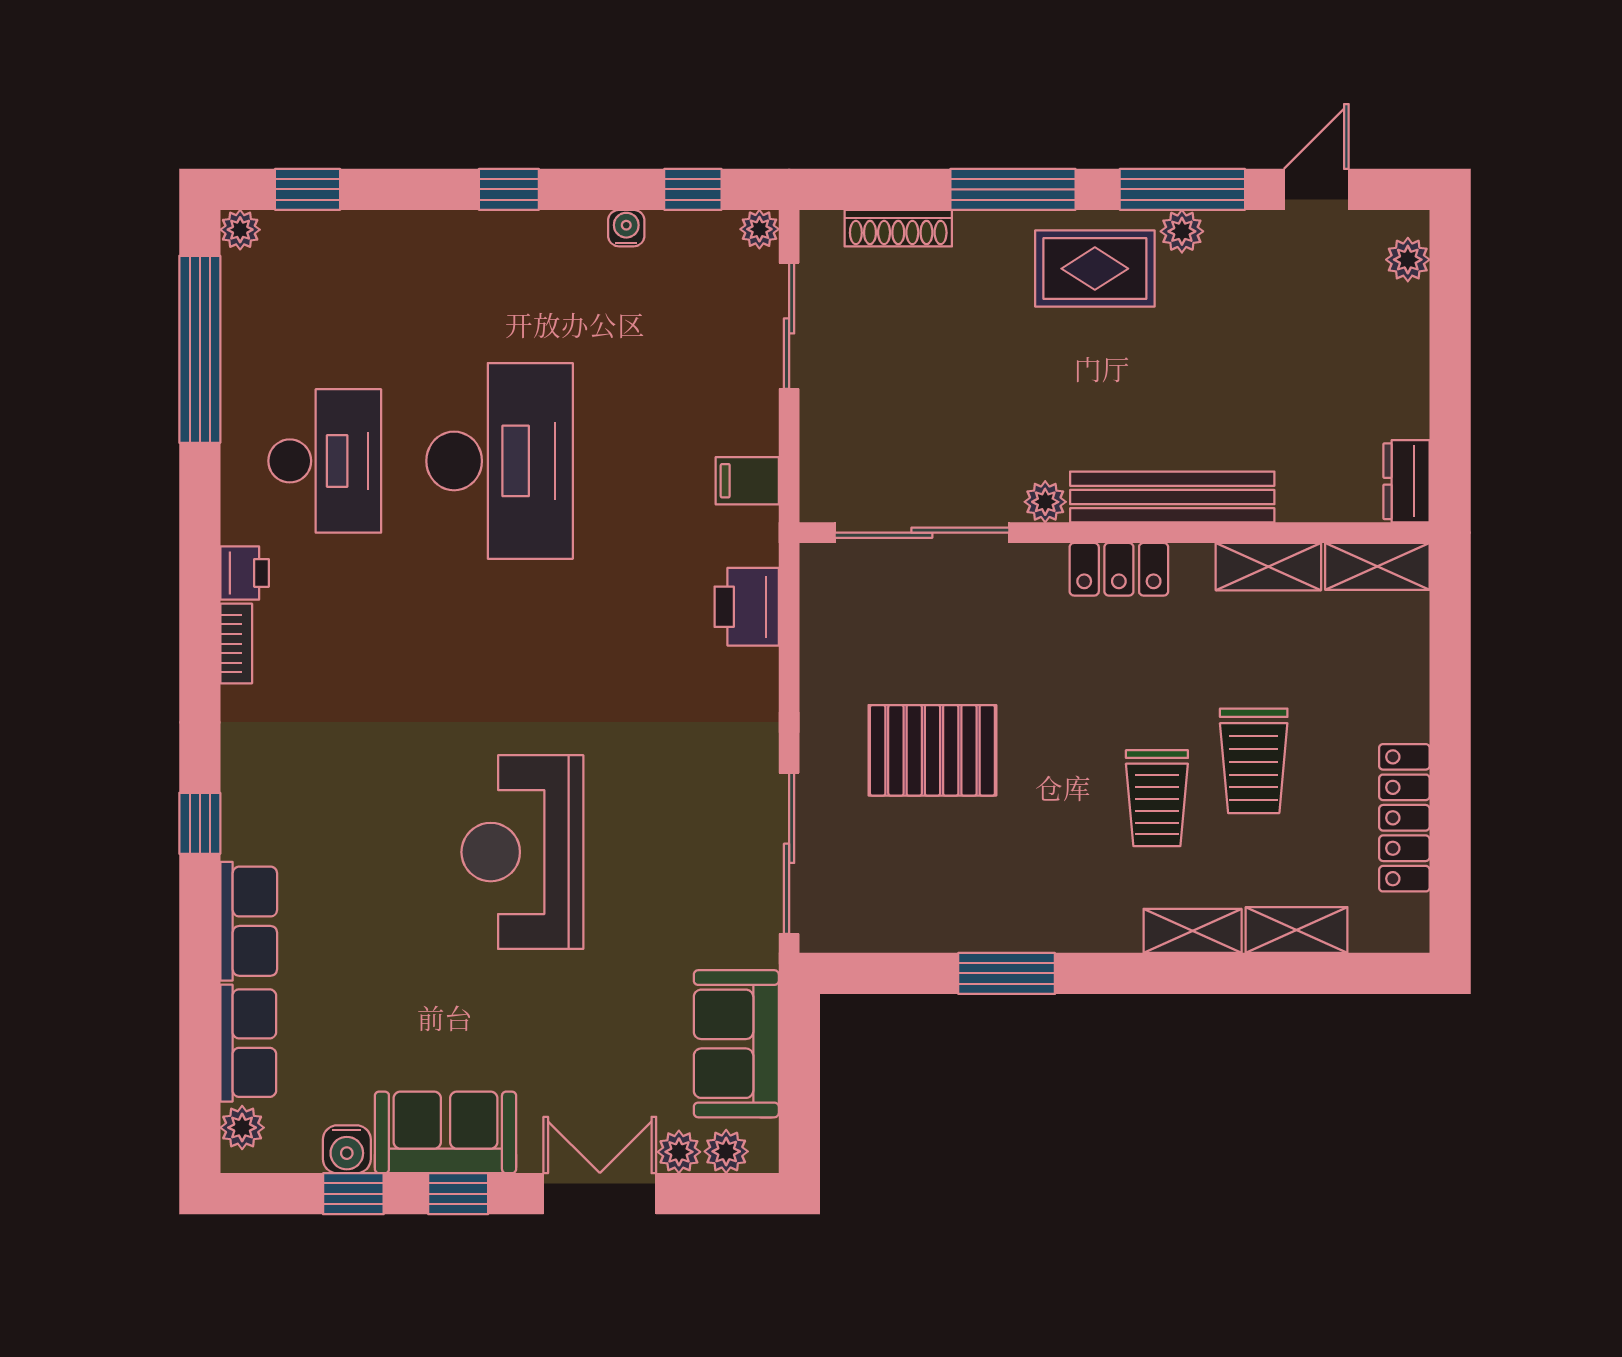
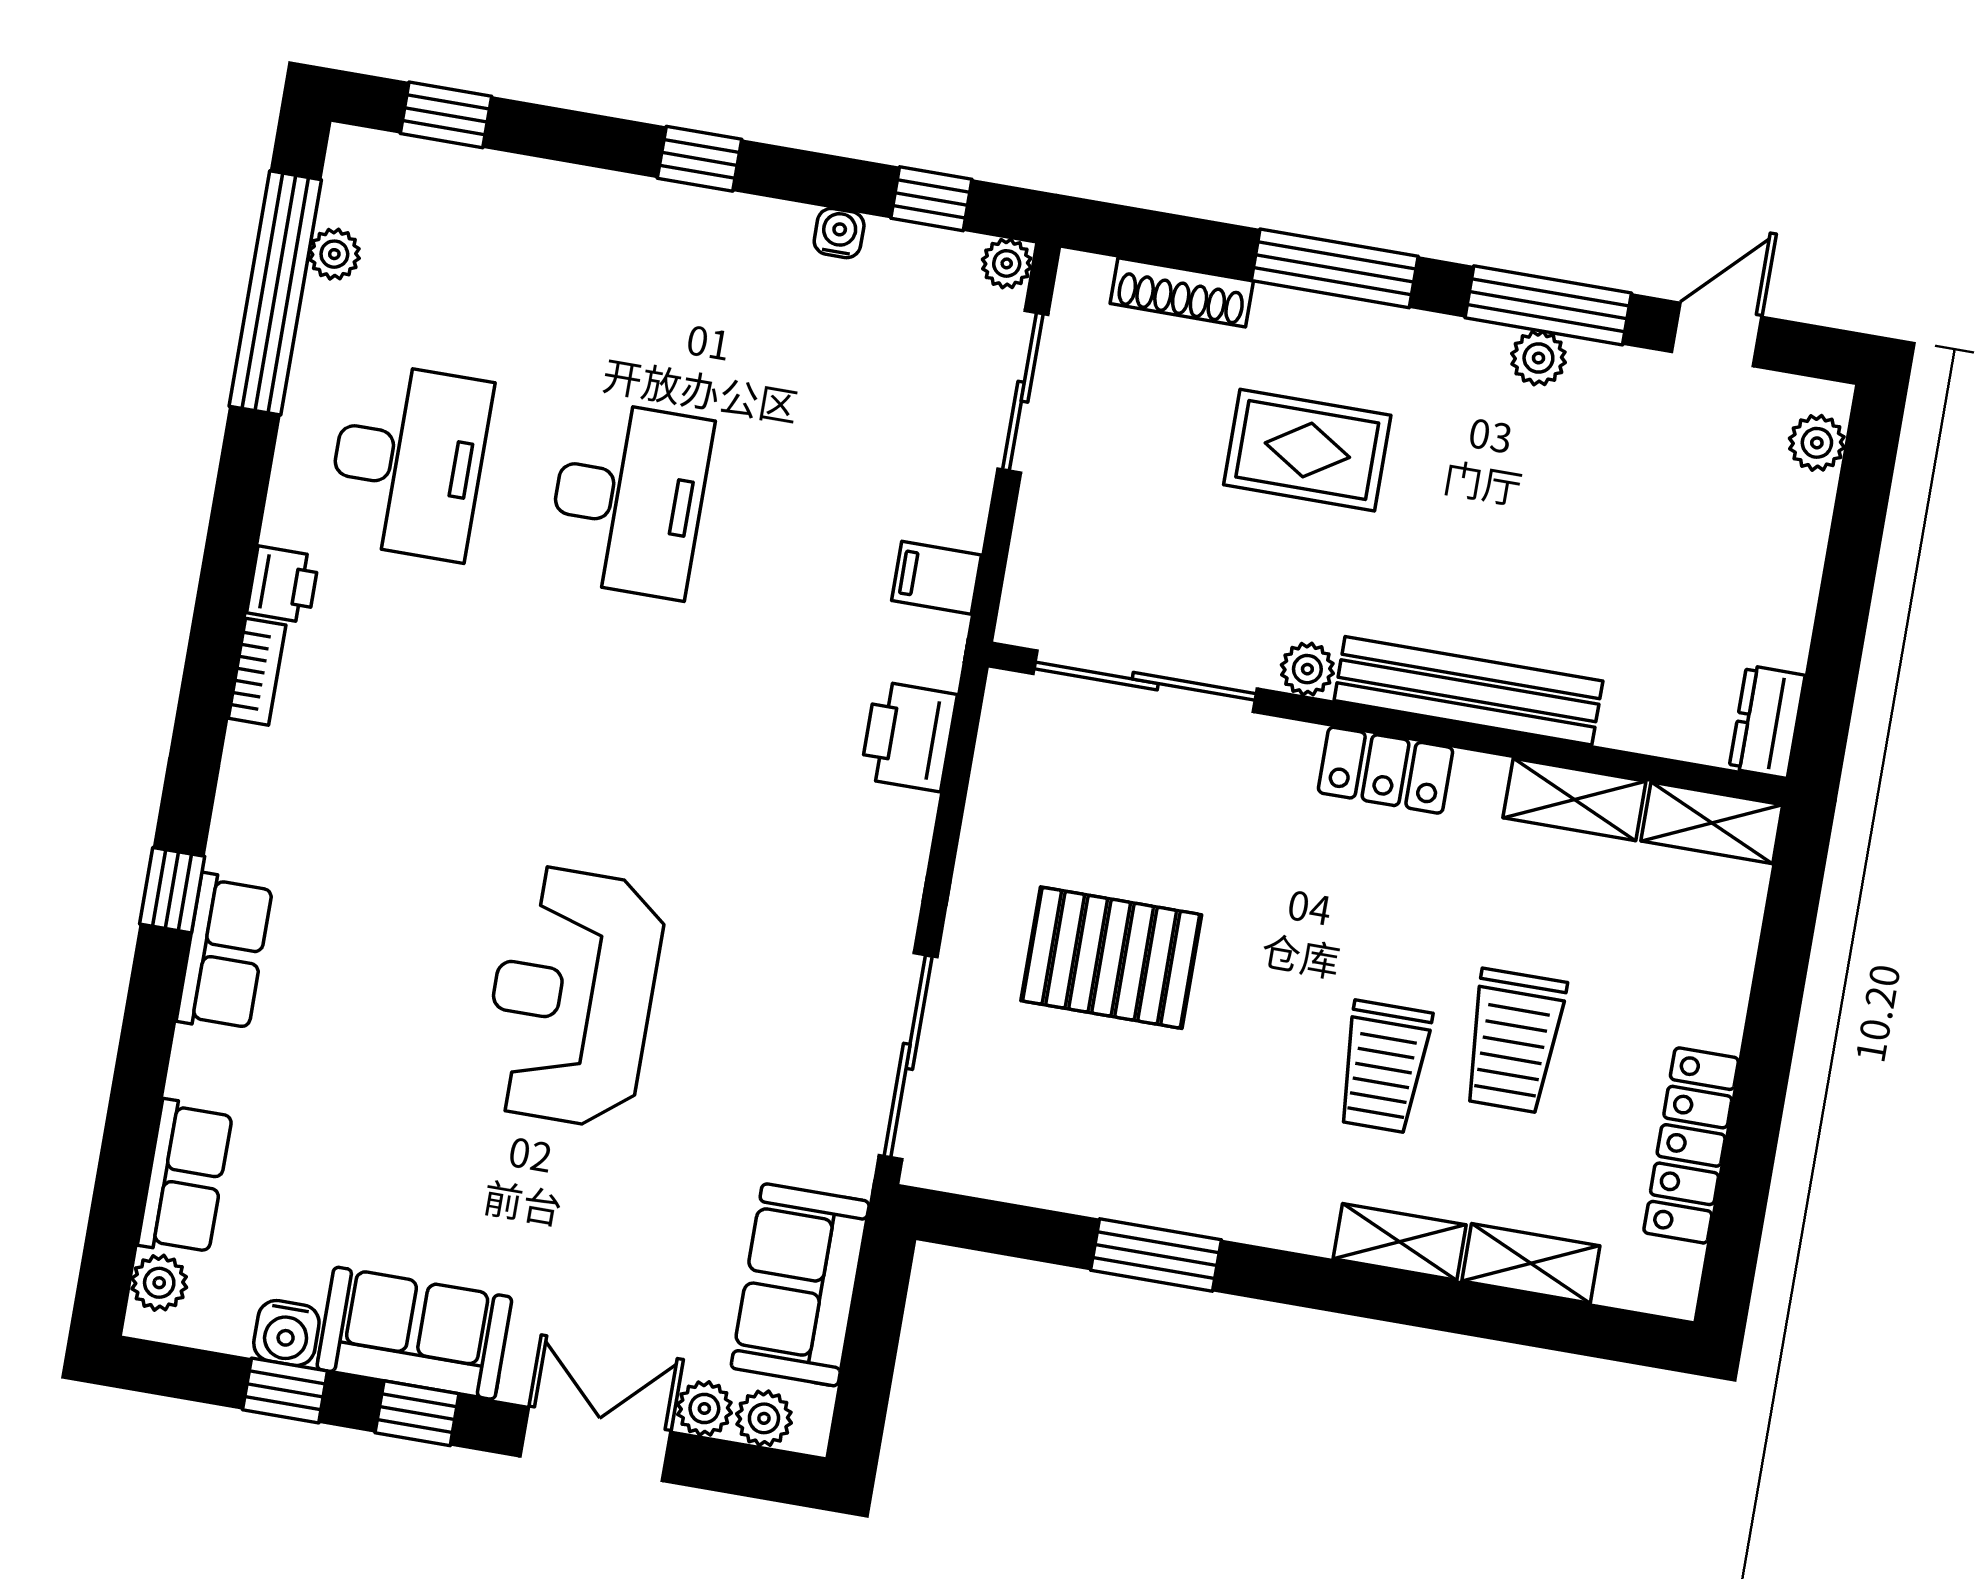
plant: (240, 230) -> (334, 254), moved
rug: (1095, 269) -> (1307, 450), moved
desk: (500, 461) -> (629, 499), width x0.73, depth x0.77
row of seats: (249, 921) -> (225, 953), moved

